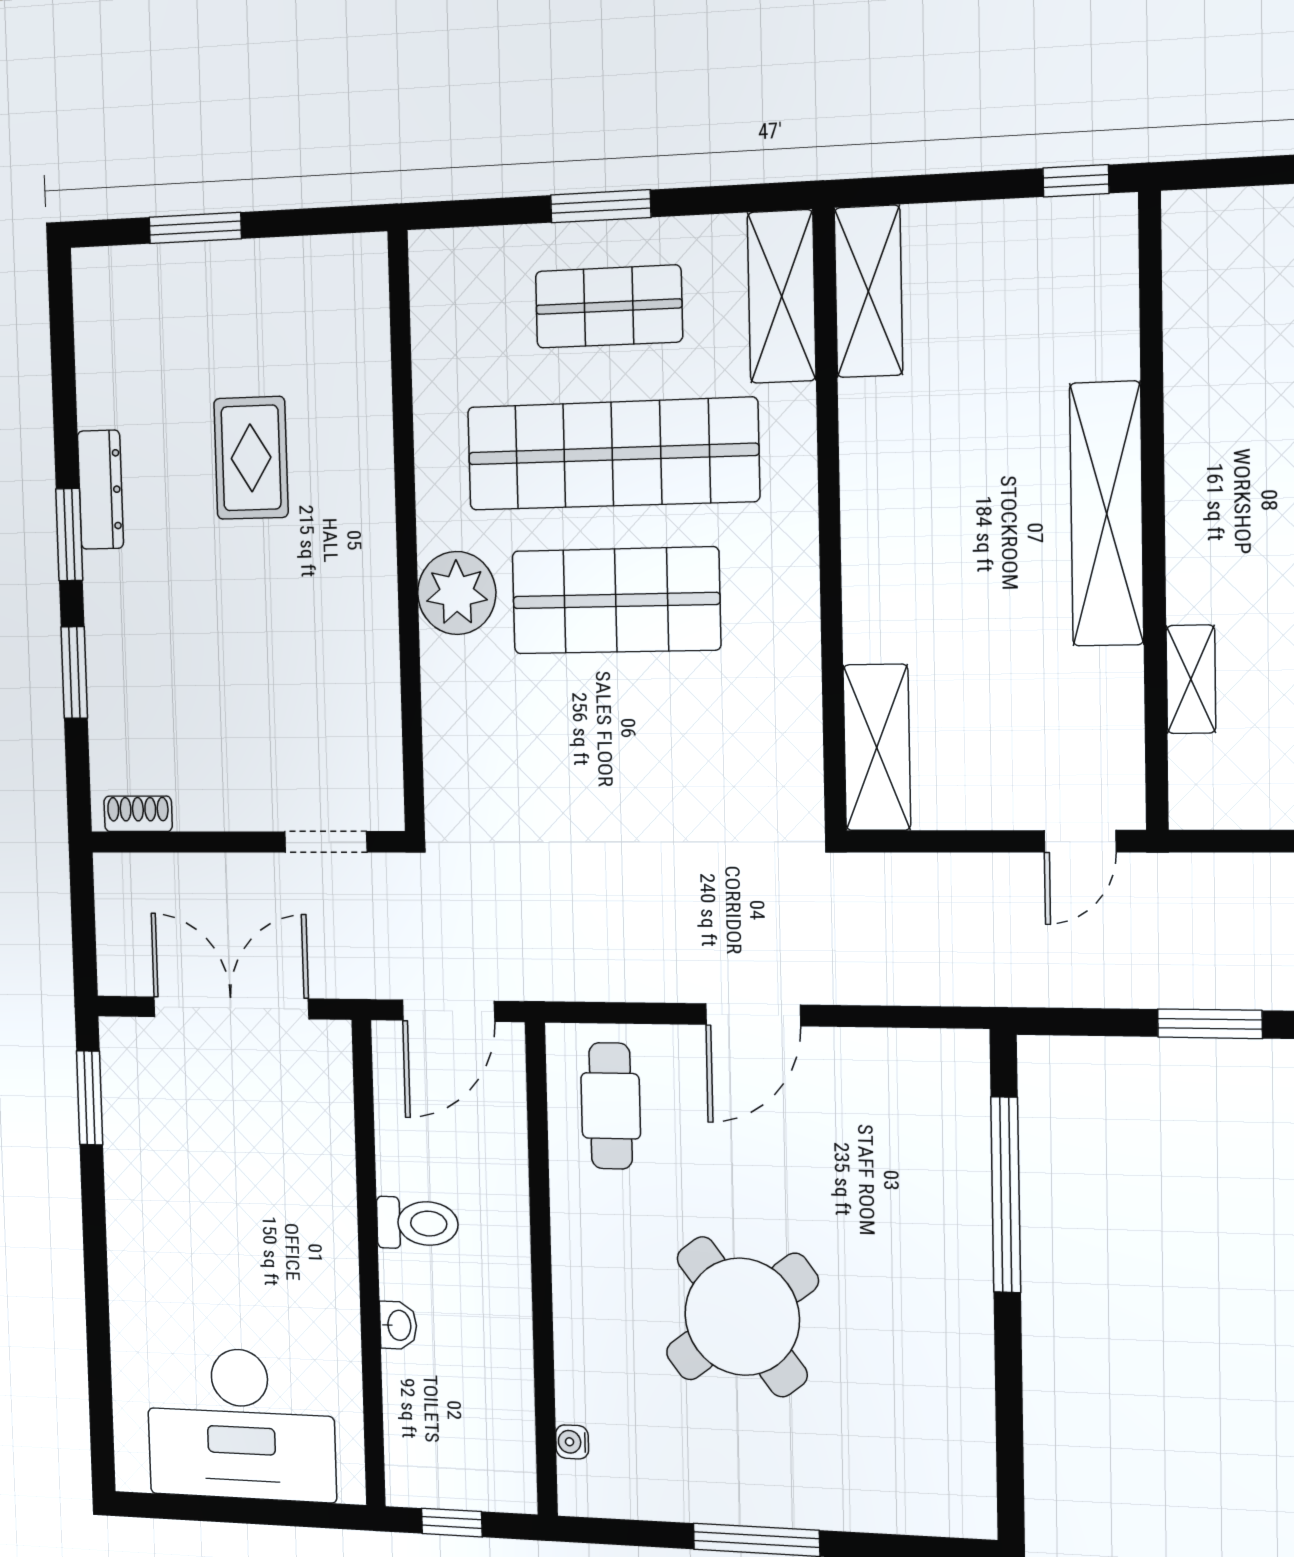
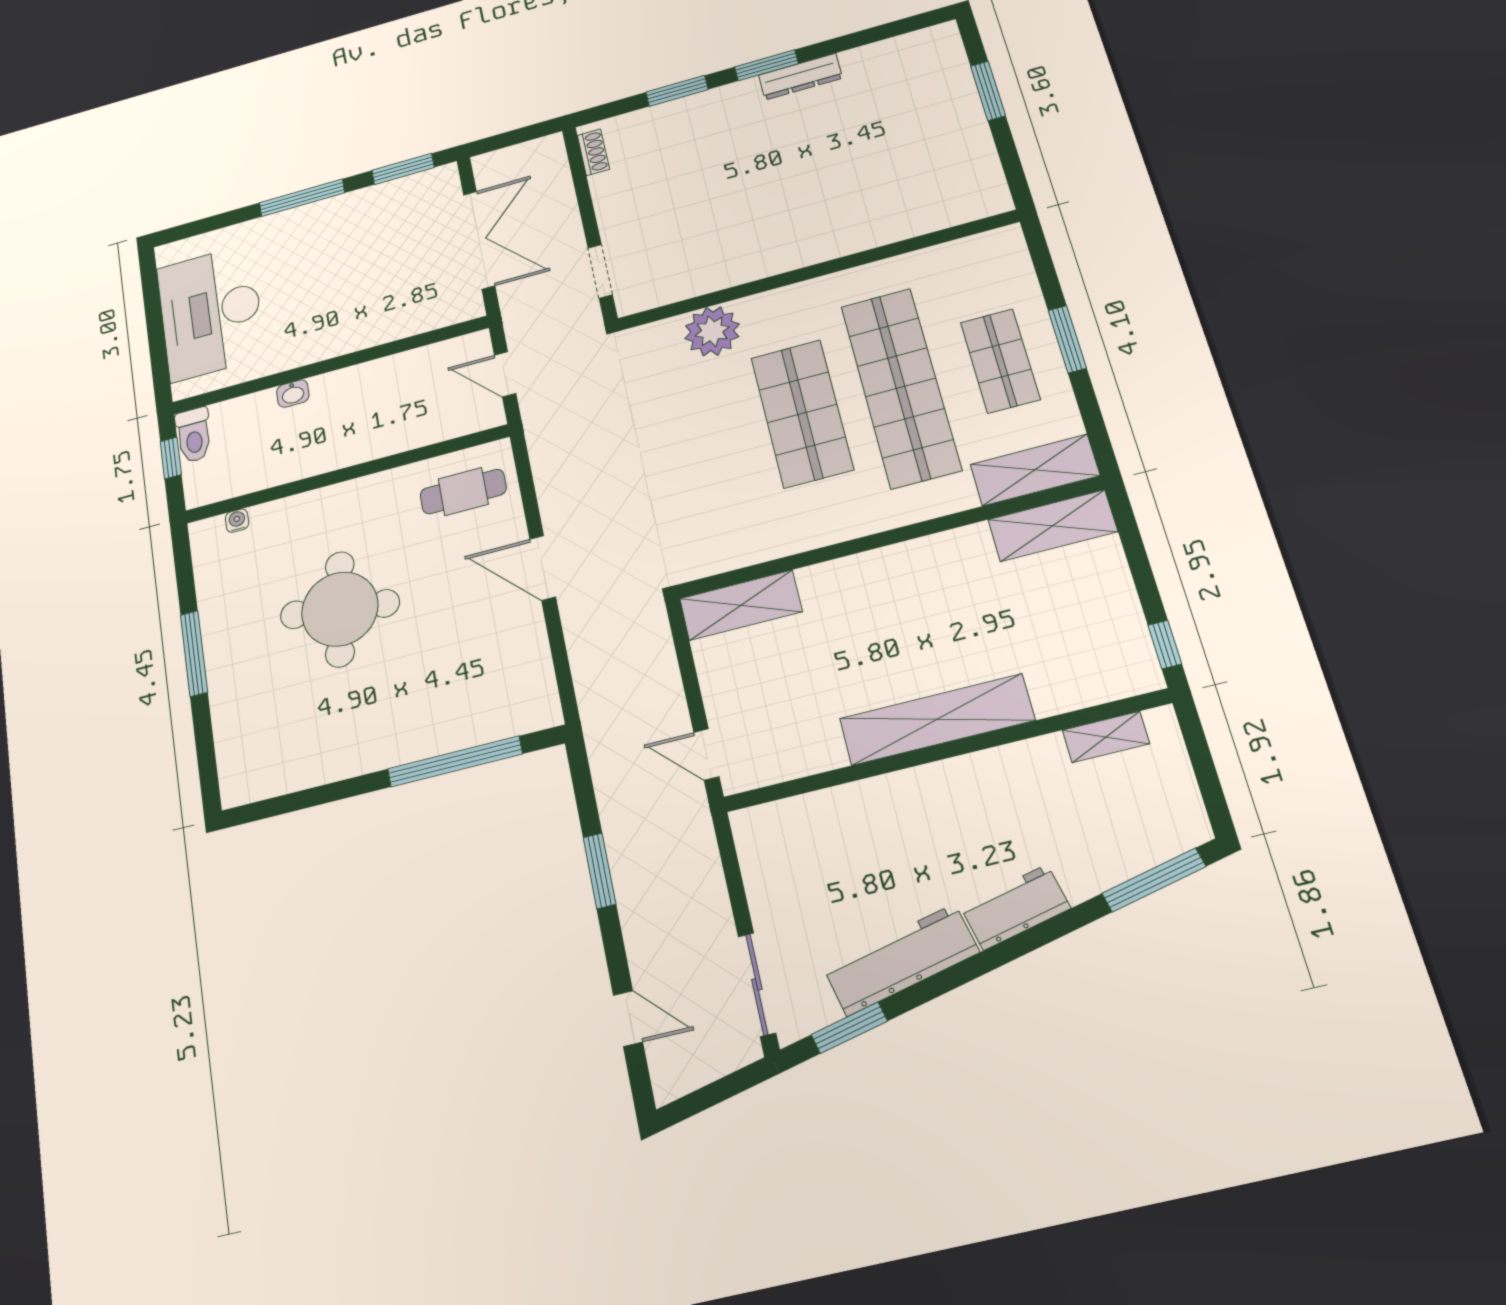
rug: (251, 458) -> (843, 163), removed
plant: (457, 593) -> (712, 331), moved
shelving: (1191, 679) -> (1106, 737), moved
door: (448, 1011) -> (505, 374), width x0.73
toilet: (417, 1223) -> (194, 435), moved
window: (95, 1256) -> (302, 198), added
round table: (742, 1317) -> (340, 609), turned 45

